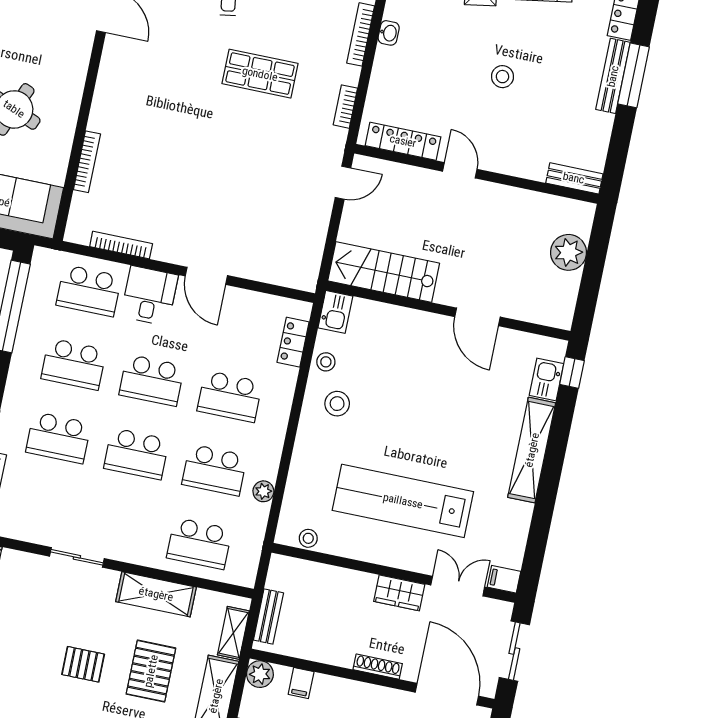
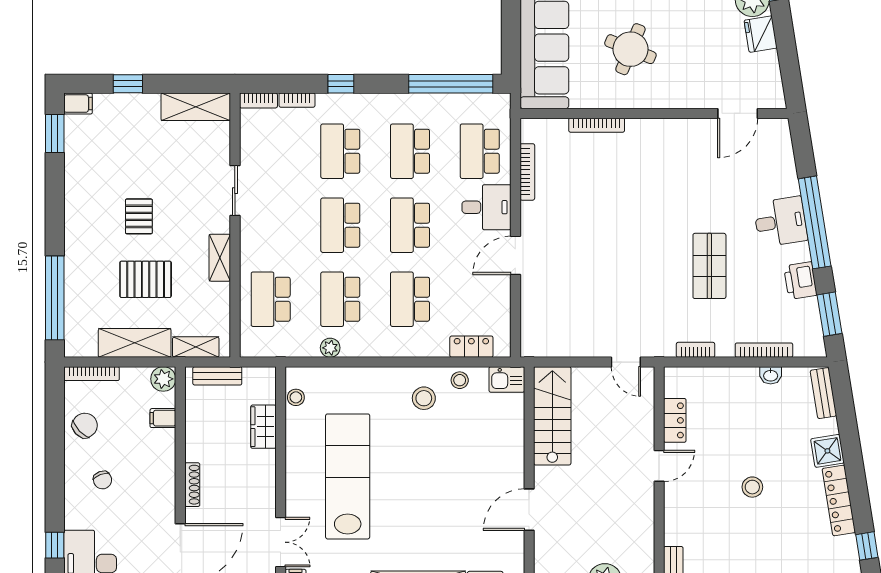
locker: (403, 141) -> (675, 420), width x0.66
wardrobe: (399, 593) -> (263, 427), moved
shelving: (156, 594) -> (220, 258), width x0.67, depth x0.75

